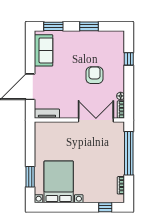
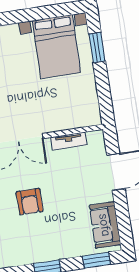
tv unit: (47, 114) -> (69, 141), moved

